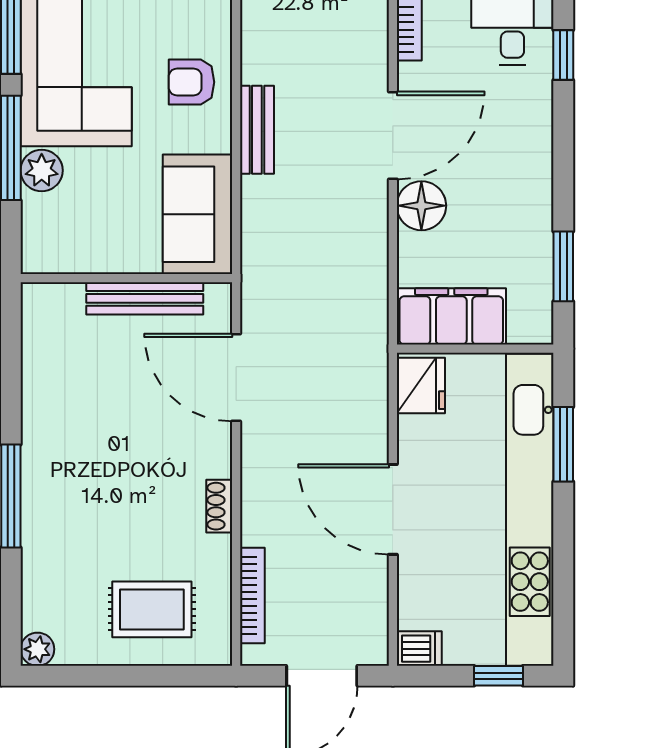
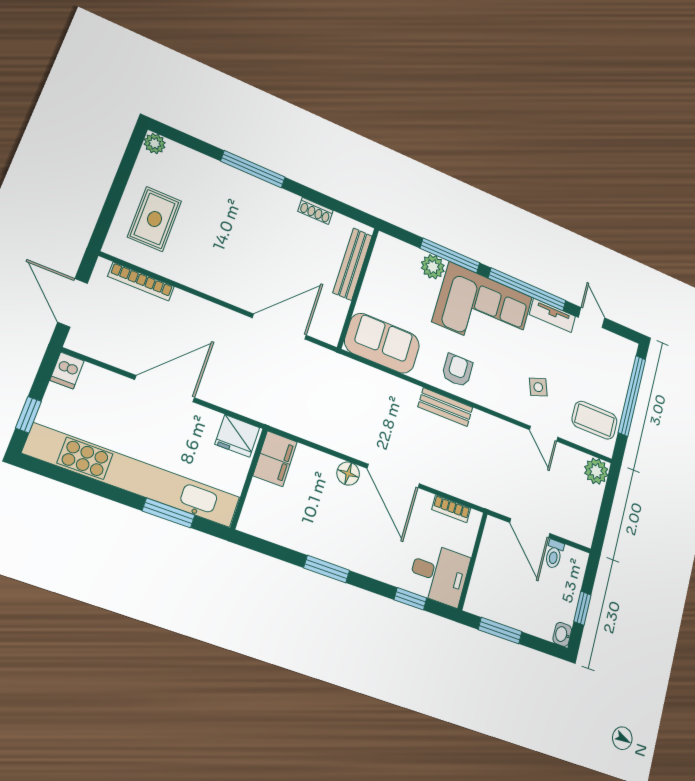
bench: (257, 130) -> (445, 407), moved
floor lamp: (421, 206) -> (348, 474), width x0.73, depth x0.73
window: (563, 266) -> (327, 569), moved
bench: (145, 298) -> (353, 264), moved
filing cabinet: (451, 316) -> (275, 459), width x0.67, depth x0.86
shoe rack: (219, 506) -> (315, 211), moved, turned 180

